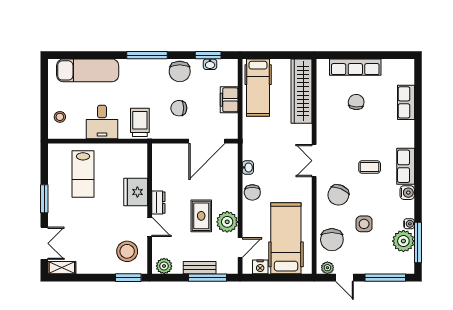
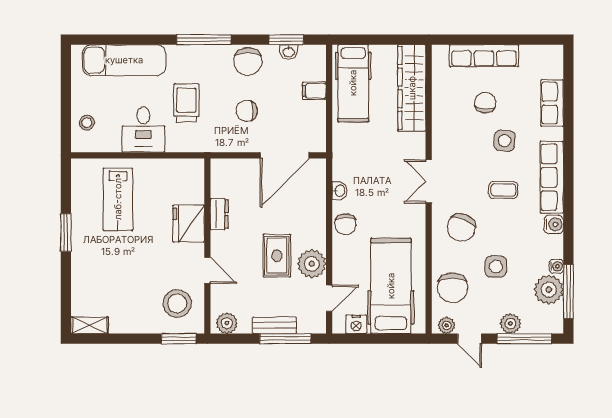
filing cabinet: (229, 100) -> (314, 91), width x0.50
trolley: (140, 122) -> (187, 103), moved
side table: (371, 130) -> (505, 141), added
row of seats: (406, 166) -> (552, 177), width x1.48
dresser: (158, 203) -> (219, 214), moved
double door: (44, 243) -> (66, 293), removed
plant: (375, 266) -> (510, 324), added

